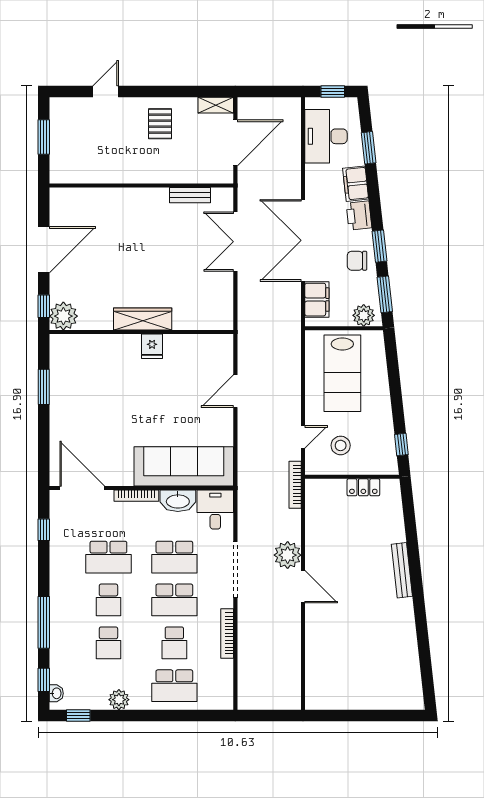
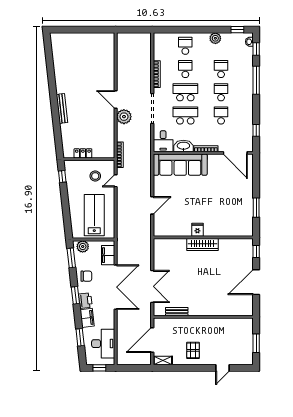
window: (379, 246) -> (75, 295), moved
plant: (63, 316) -> (245, 246), removed
school desk: (108, 557) -> (221, 116), width x0.54
school desk: (174, 686) -> (185, 46), width x0.54

